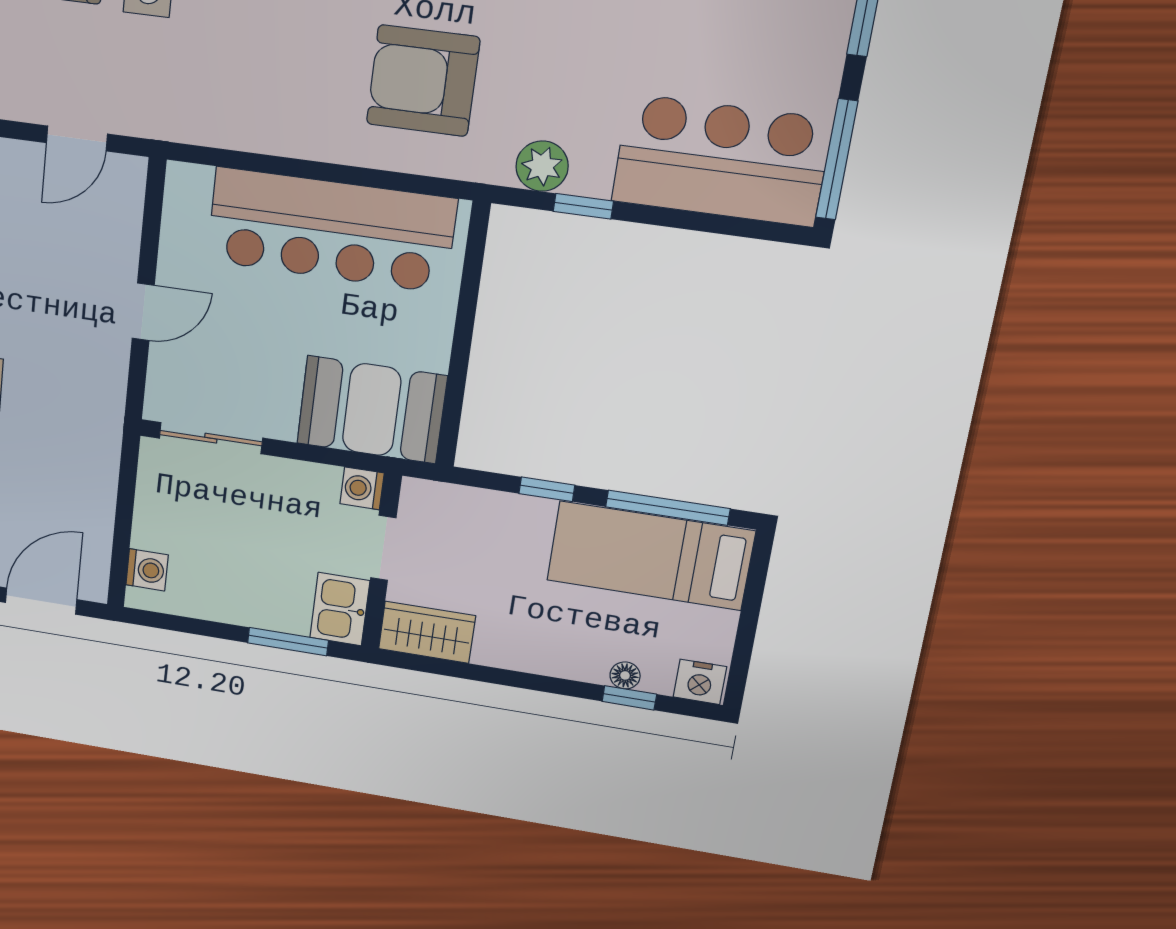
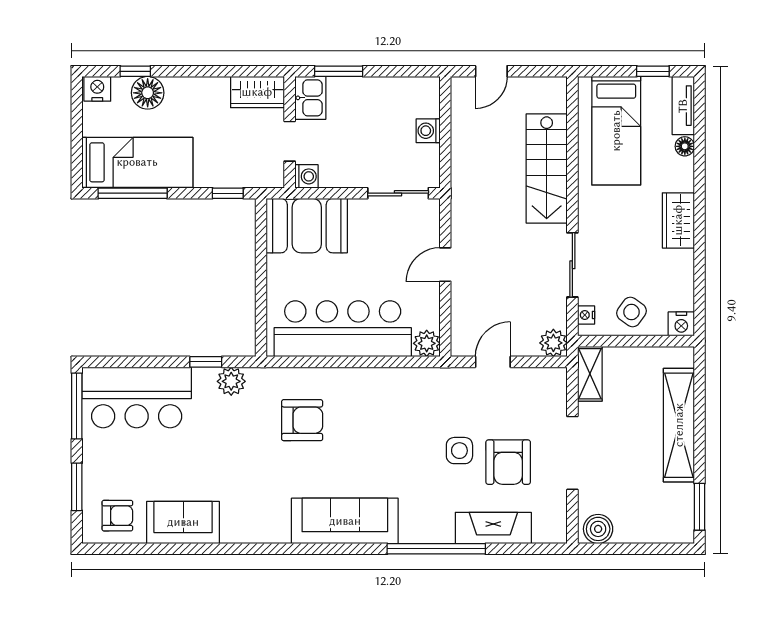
armchair: (423, 81) -> (302, 420), width x0.73, depth x0.73
plant: (187, 185) -> (427, 343), added
window: (547, 489) -> (228, 193), moved
washing machine: (147, 570) -> (428, 131), moved
door: (41, 601) -> (491, 71), width x0.73
floor lamp: (625, 675) -> (148, 93), width x1.89, depth x1.89

